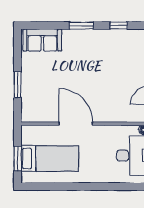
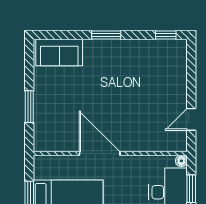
window: (119, 26) -> (166, 35), moved

